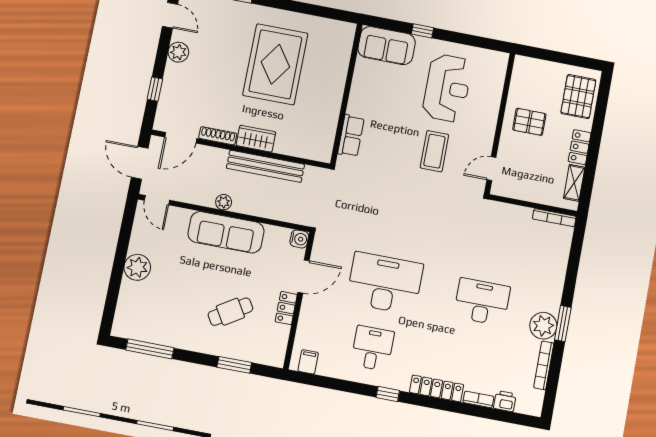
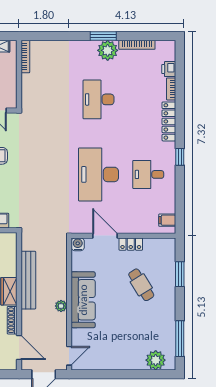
plant: (137, 267) -> (156, 360), moved

